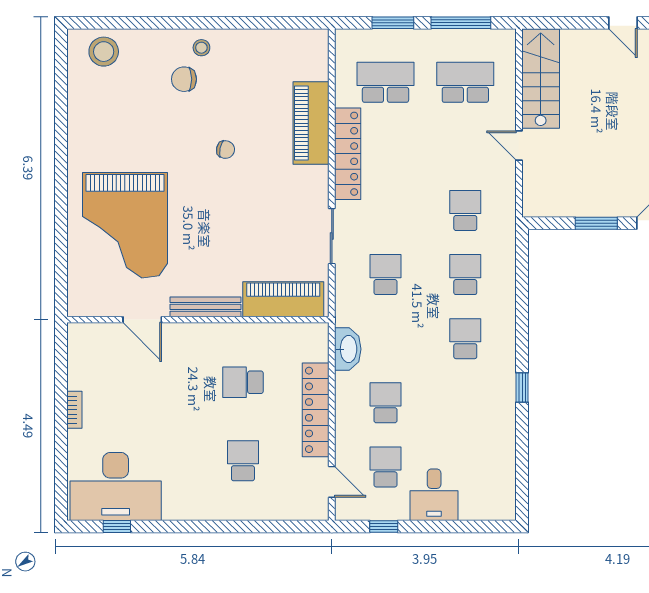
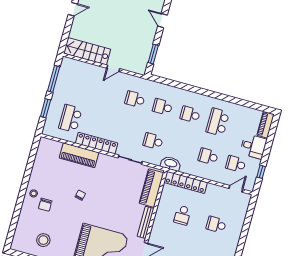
stool: (104, 52) -> (43, 240), moved
school desk: (465, 82) -> (218, 122), moved
window: (596, 223) -> (153, 54), moved
washbasin: (348, 349) -> (171, 163), moved
window: (522, 388) -> (218, 96), removed
locker: (316, 410) -> (186, 182), moved
piano: (488, 508) -> (266, 125), added

